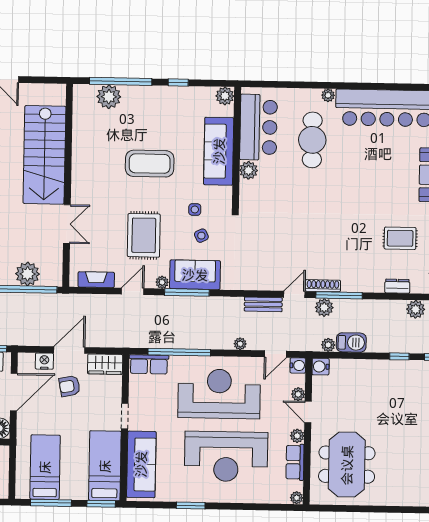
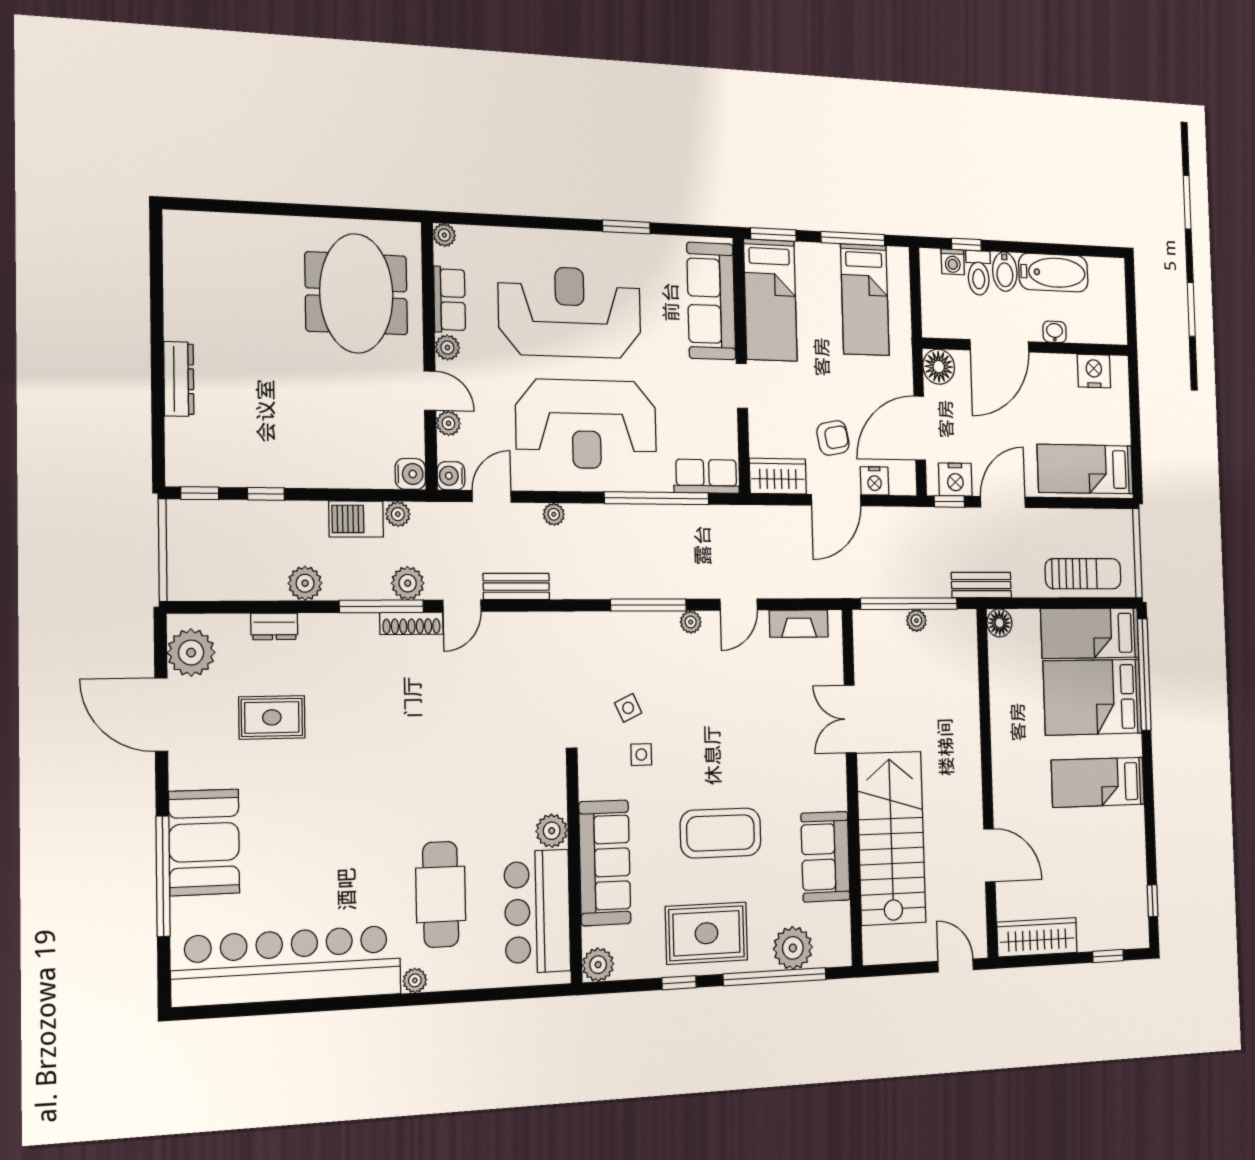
rug: (144, 235) -> (706, 933), moved, turned 90
plant: (28, 274) -> (916, 620), width x0.53, depth x0.53
sofa: (195, 275) -> (825, 857), moved, turned 90
plant: (416, 309) -> (305, 583), moved

